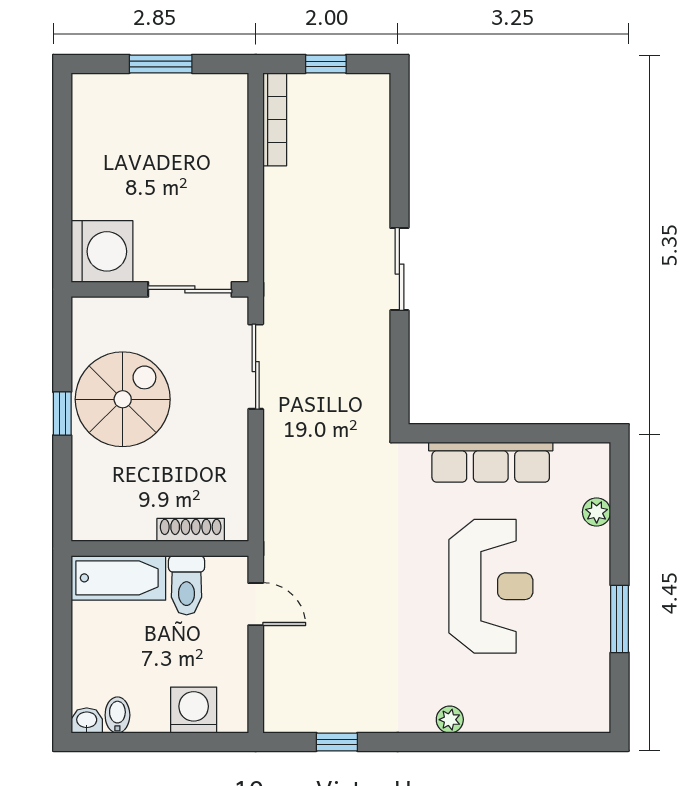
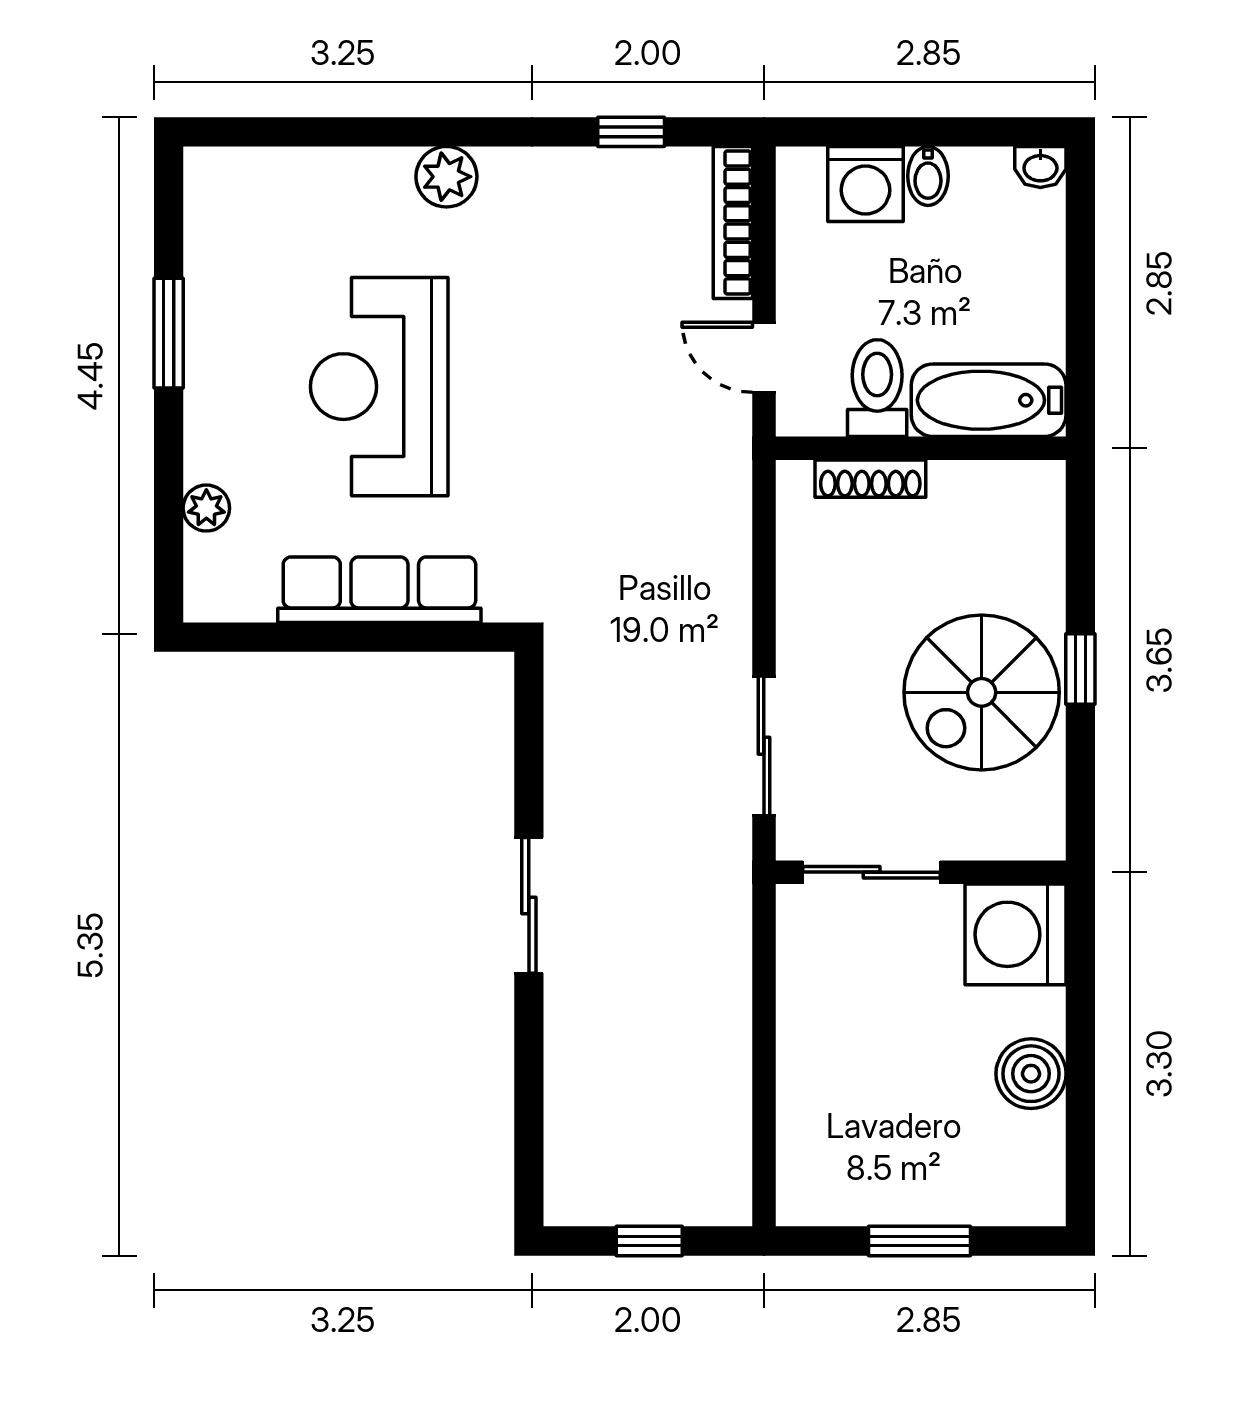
bookcase: (275, 119) -> (733, 222), moved
boiler: (92, 166) -> (1031, 1074), added
bidet: (117, 715) -> (928, 176), moved
plant: (450, 720) -> (446, 177), width x1.38, depth x1.38

